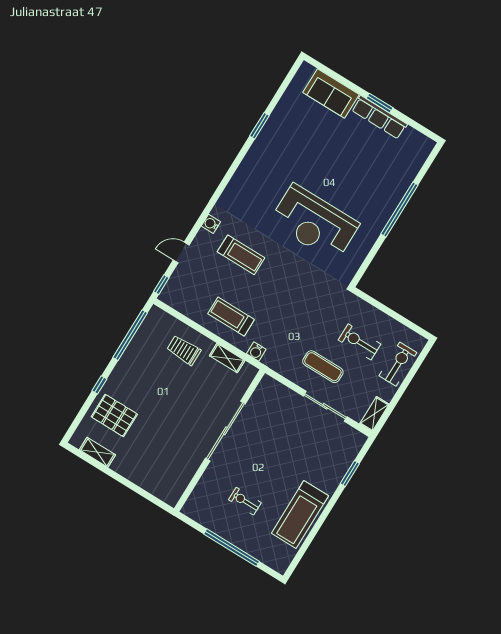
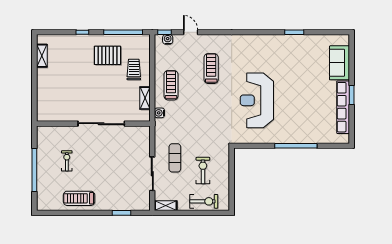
row of seats: (379, 117) -> (343, 107), width x1.36
water cooler: (211, 224) -> (168, 39), moved
treadmill: (241, 255) -> (211, 69), turned 180
pallet: (114, 415) -> (107, 55), moved, turned 90
treadmill: (300, 515) -> (79, 198), width x0.73, depth x0.73

